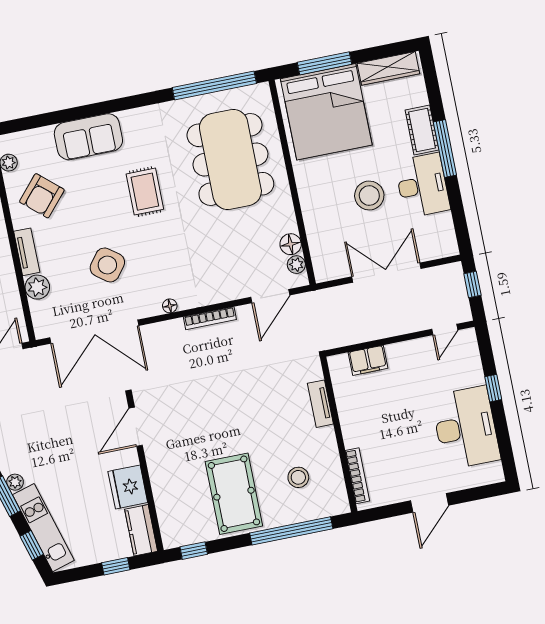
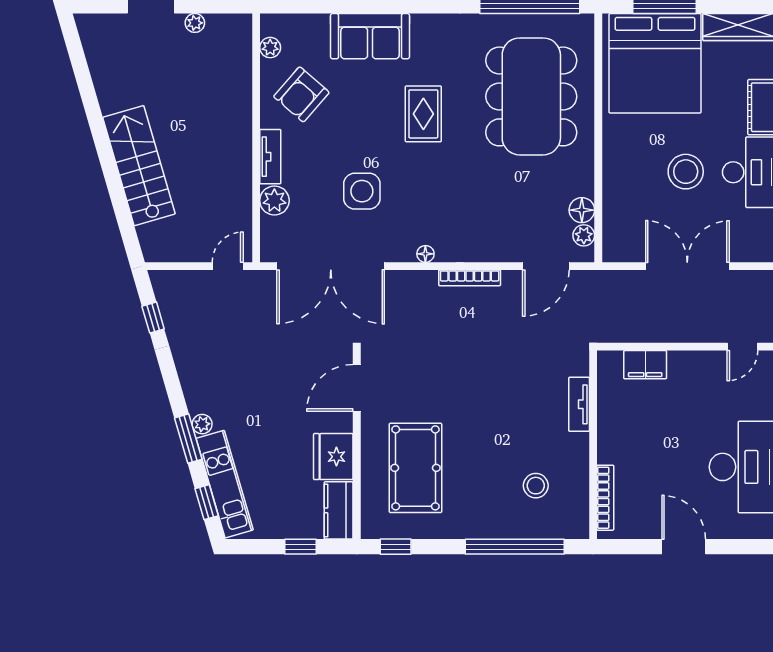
side table: (107, 265) -> (362, 191), turned -37
pool table: (234, 494) -> (415, 468), moved
door: (430, 503) -> (684, 547), swing flipped

